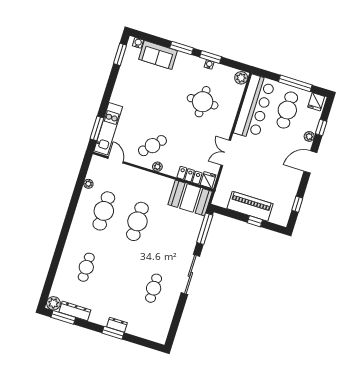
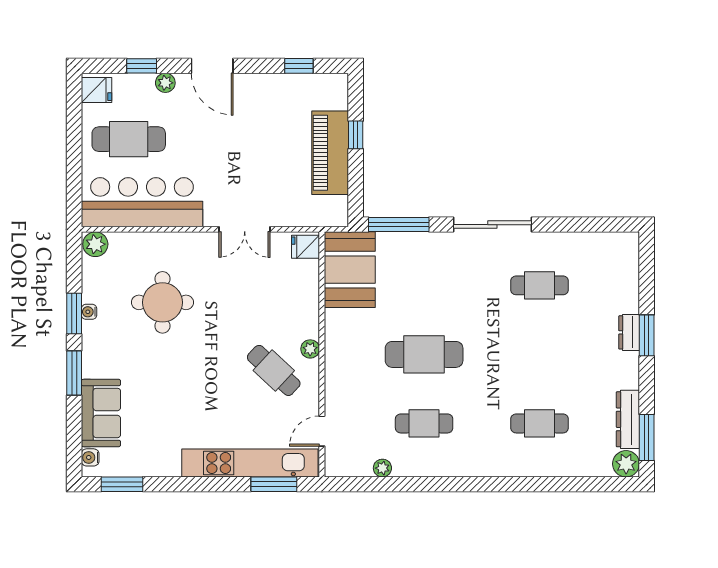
window: (295, 83) -> (74, 140), removed
kitchen unit: (108, 129) -> (250, 463), width x1.36
locker: (190, 175) -> (308, 284), removed
cafe table: (104, 211) -> (424, 423), width x0.73, depth x0.74

